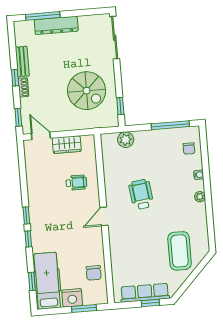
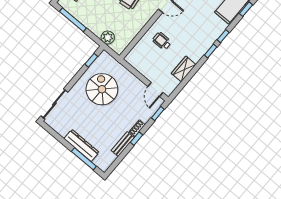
wardrobe: (67, 145) -> (184, 69), moved, turned -90

